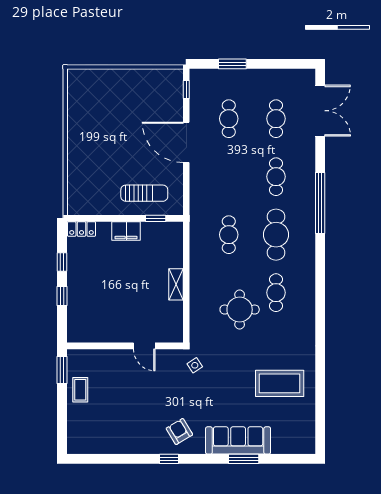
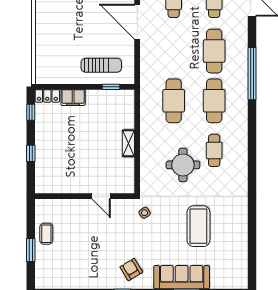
cafe table: (276, 177) -> (214, 51), width x1.37, depth x1.35
filing cabinet: (126, 231) -> (73, 98), moved
cafe table: (229, 235) -> (174, 101), width x1.37, depth x1.35
window: (62, 262) -> (31, 112), moved
window: (62, 370) -> (31, 250), moved
coffee table: (280, 383) -> (198, 226), moved, turned 90

